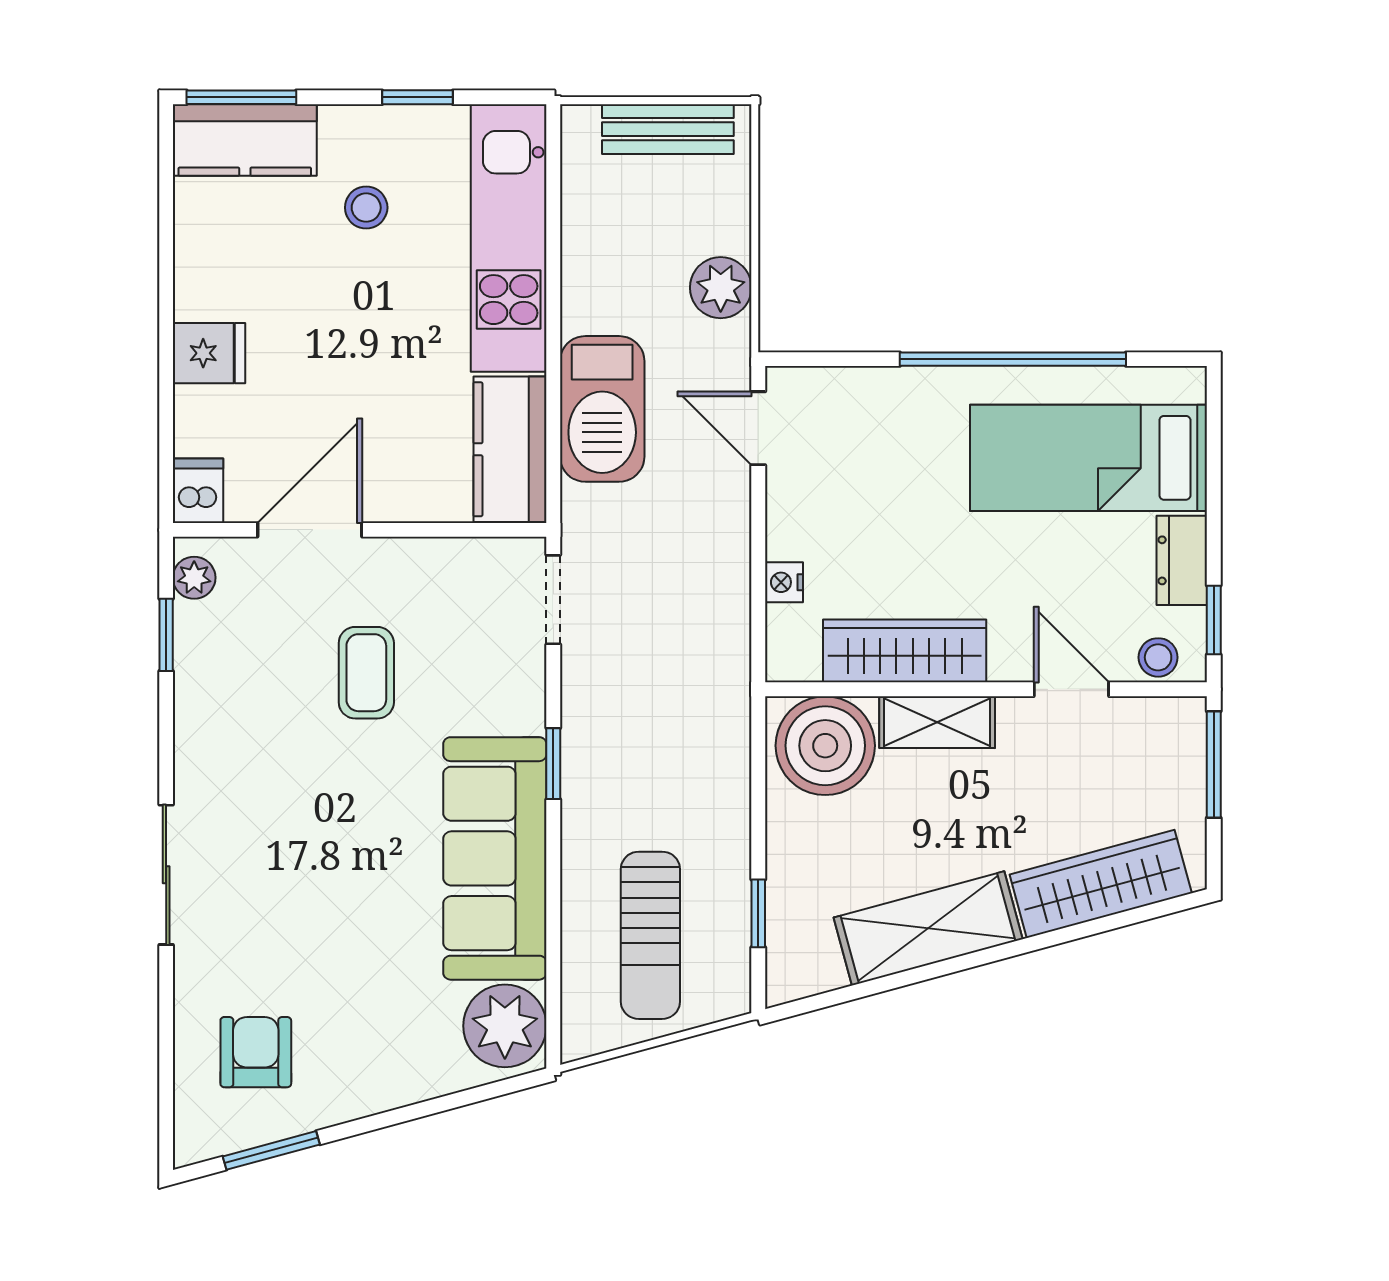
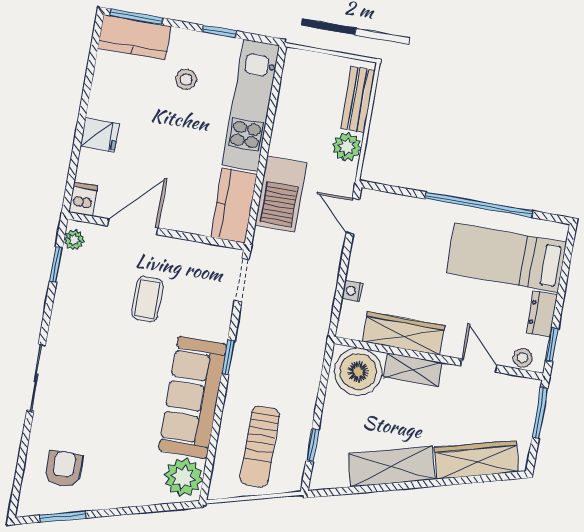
bench: (668, 129) -> (358, 99), moved, turned 90

